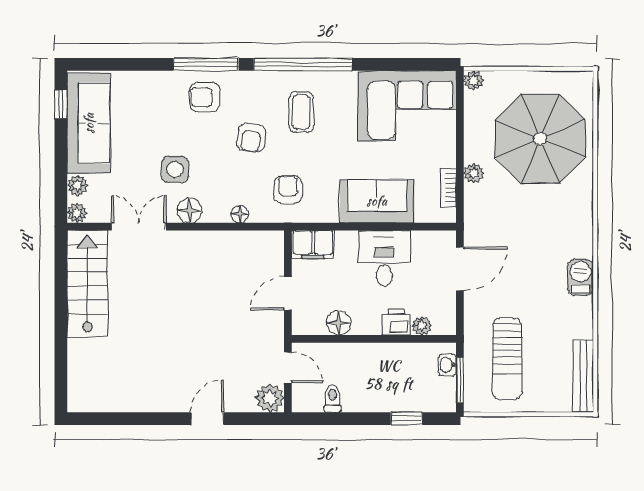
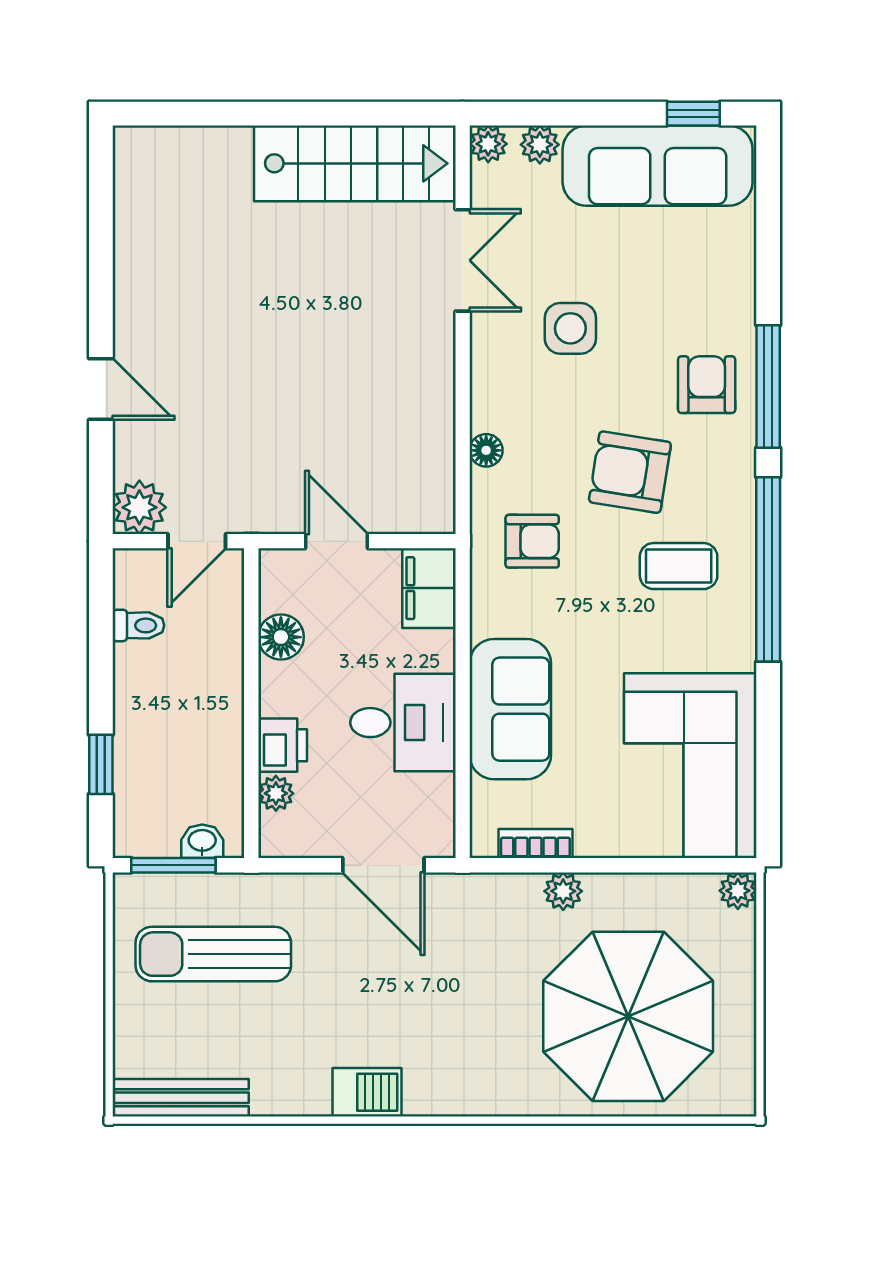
armchair: (251, 138) -> (630, 472), width x1.38, depth x1.38
floor lamp: (189, 210) -> (493, 356), removed

